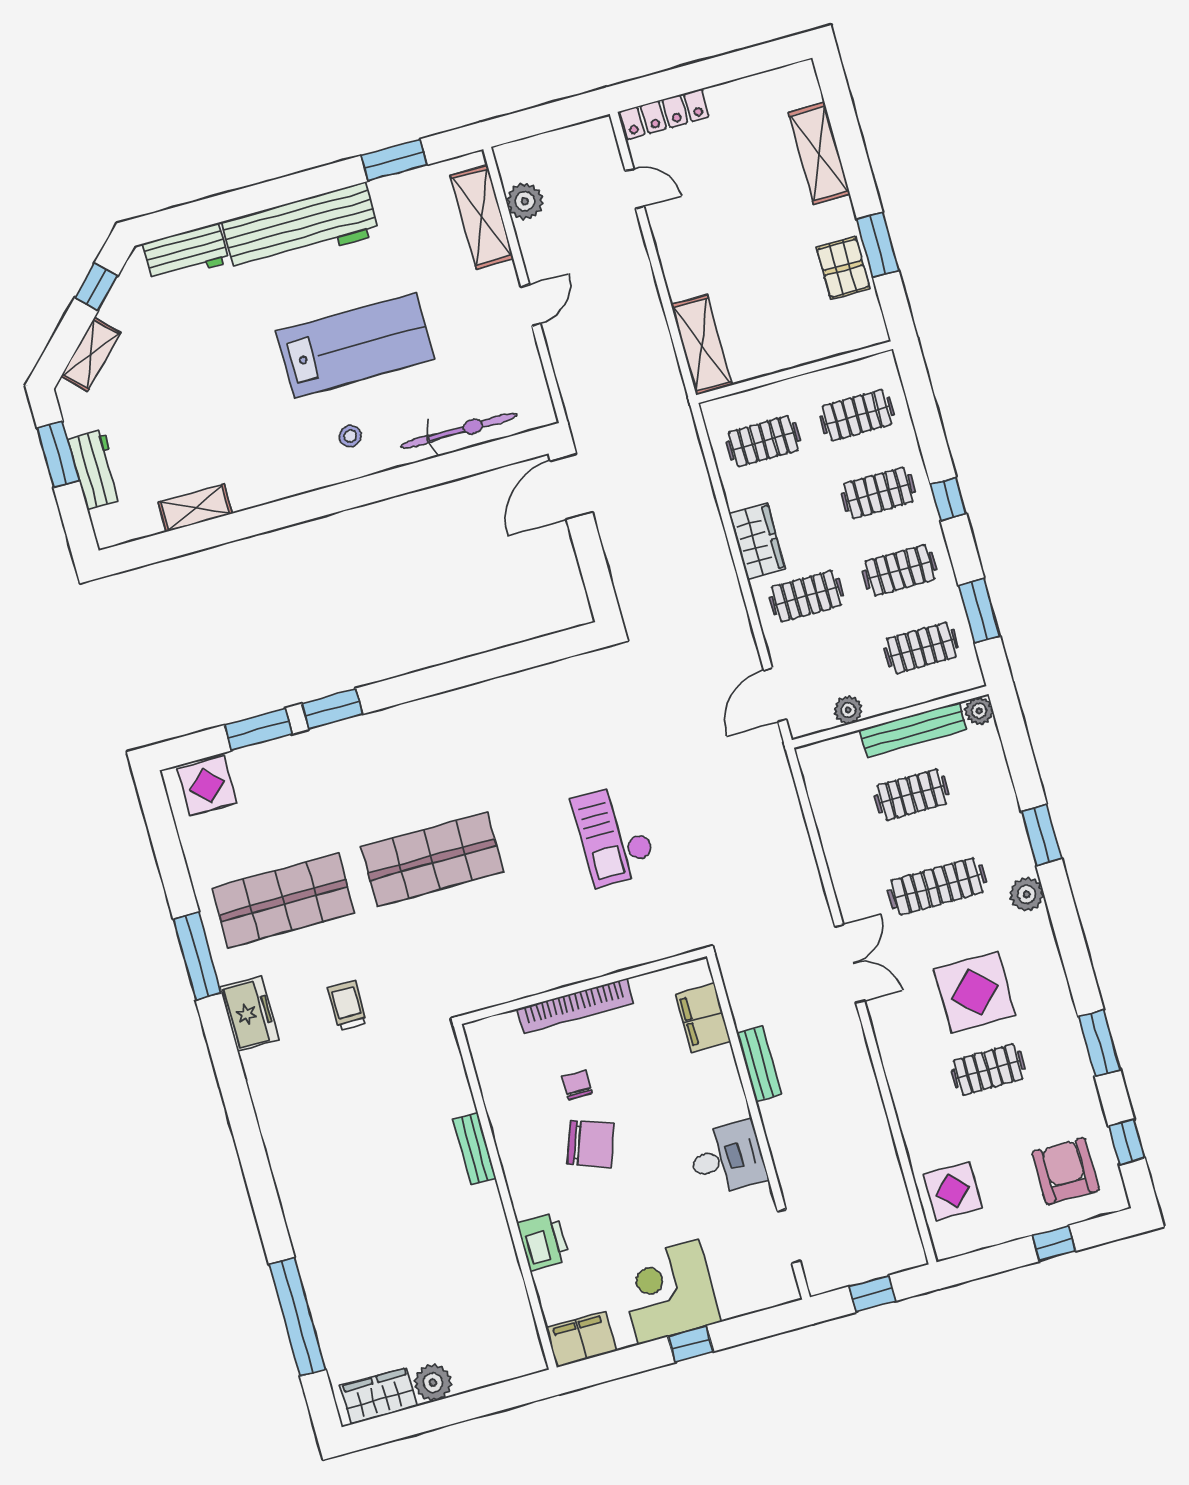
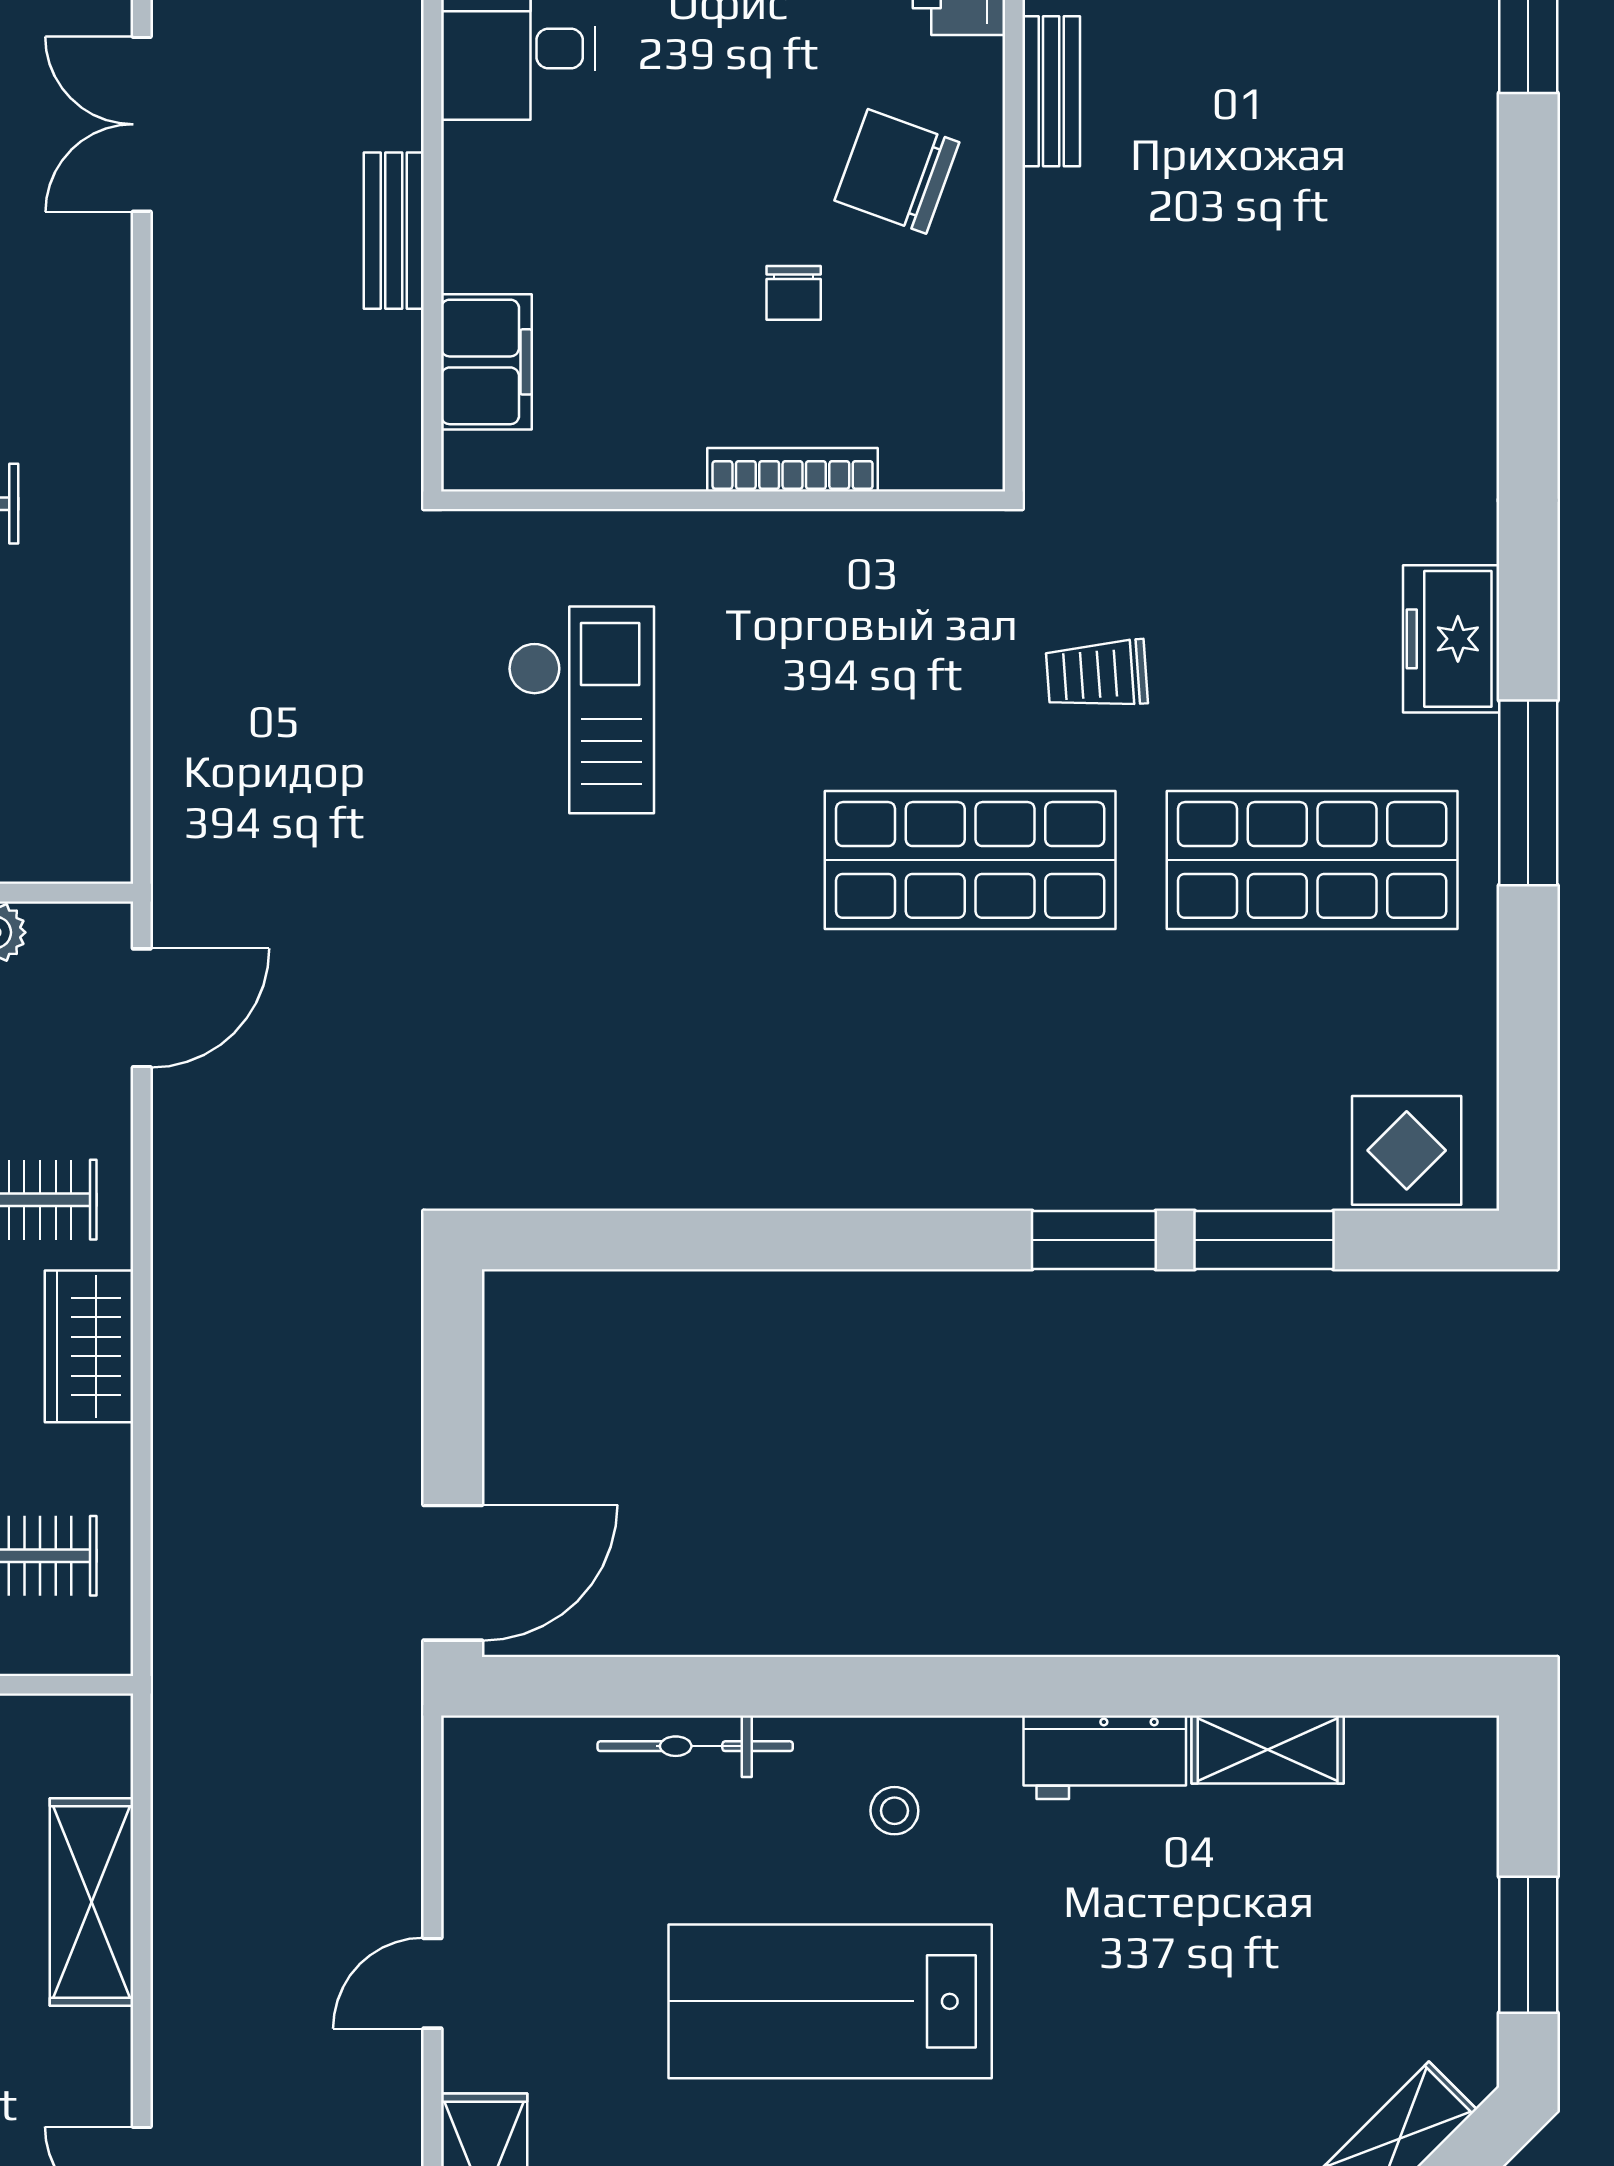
shelving: (702, 345) -> (91, 1902), moved
bicycle: (459, 431) -> (695, 1746), width x0.73, depth x0.71
workbench: (96, 469) -> (1105, 1757), moved, turned -90
checkout: (614, 835) -> (581, 710), moved
double door: (850, 964) -> (142, 124), moved
trolley: (347, 1006) -> (1097, 674), moved, turned 86
bookcase: (575, 1006) -> (793, 470), width x0.68, depth x0.76
chair: (591, 1144) -> (897, 171), moved
bench: (474, 1149) -> (1051, 91), moved

